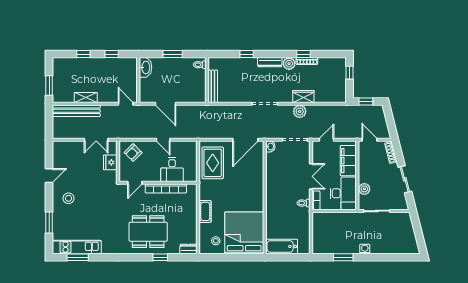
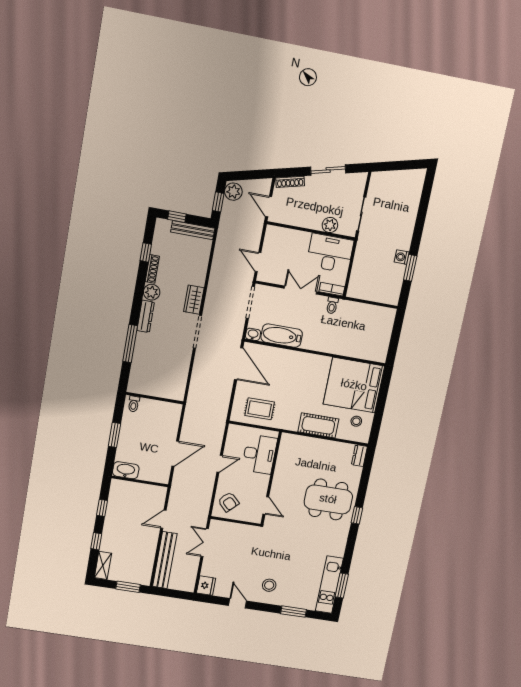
window: (247, 54) -> (130, 344), width x2.17
window: (304, 54) -> (146, 252), moved
bench: (213, 86) -> (193, 230), moved
wardrobe: (303, 96) -> (194, 300), moved
shelving: (86, 97) -> (103, 565), moved
door: (126, 104) -> (163, 519), moved
plant: (300, 111) -> (233, 192), moved
double door: (96, 140) -> (205, 543), swing flipped
door: (370, 140) -> (269, 207), hinge flipped
filing cabinet: (348, 161) -> (290, 239), removed
fridge: (110, 162) -> (206, 586), moved, turned -90
rug: (213, 163) -> (260, 409), width x0.73, depth x0.70
desk: (172, 170) -> (259, 454), width x1.37
bookcase: (166, 189) -> (280, 470), removed
cot: (205, 211) -> (318, 425), width x1.37, depth x1.34
dining table: (148, 232) -> (328, 499), turned 90
bathtub: (282, 246) -> (282, 336), moved, turned 90
washing machine: (365, 249) -> (402, 257), moved
window: (160, 257) -> (357, 515), moved

